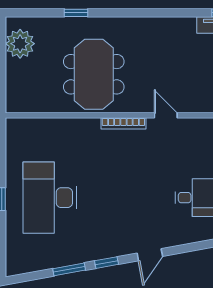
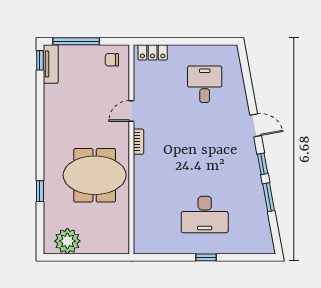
bookcase: (123, 123) -> (138, 142), width x0.64
desk: (50, 198) -> (205, 214), width x0.73, depth x0.77

